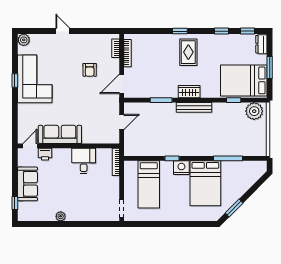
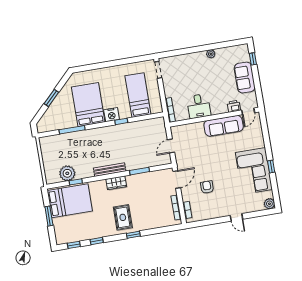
dresser: (261, 44) -> (60, 235), removed
plant: (254, 111) -> (67, 173), moved
window: (234, 208) -> (51, 98), moved

